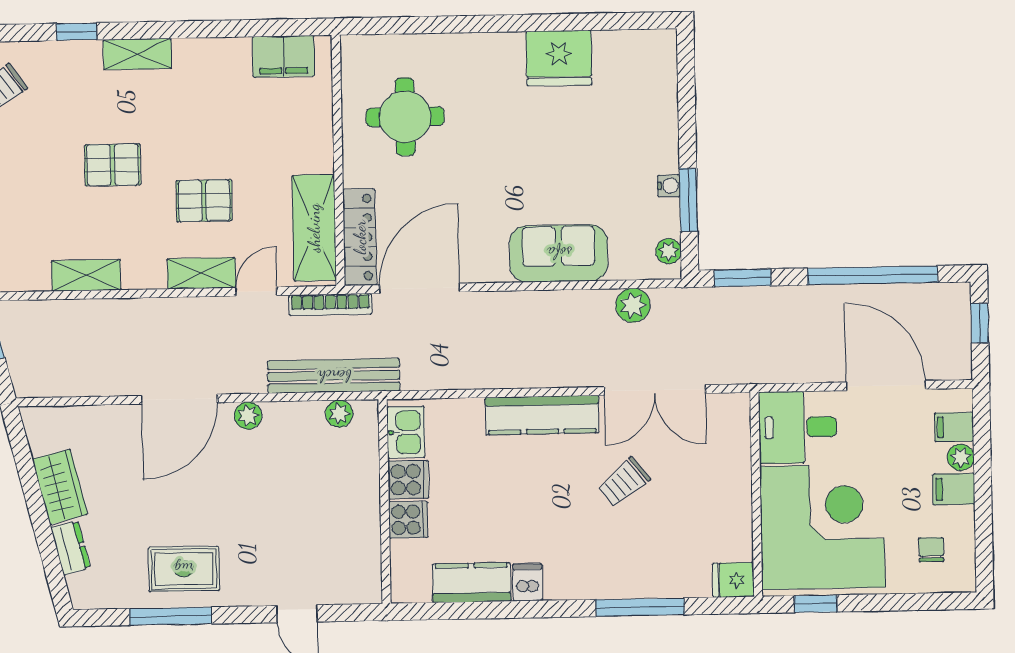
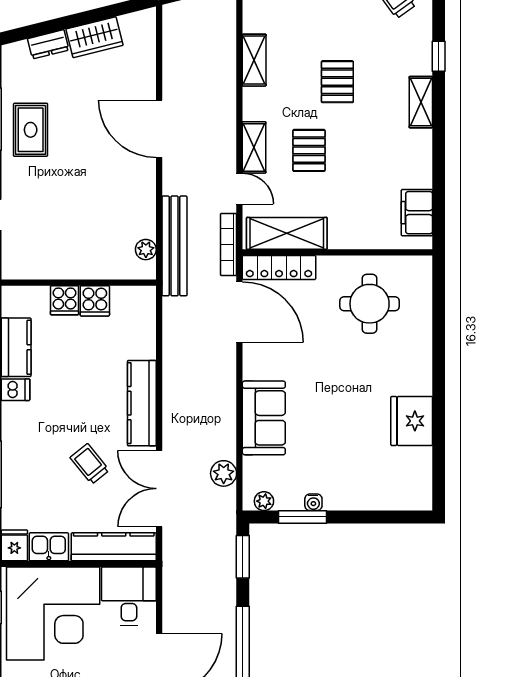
plant: (248, 416) -> (146, 181), removed
kitchen sink: (406, 432) -> (49, 547), moved, turned 180
kitchen counter: (733, 449) -> (114, 547), added

